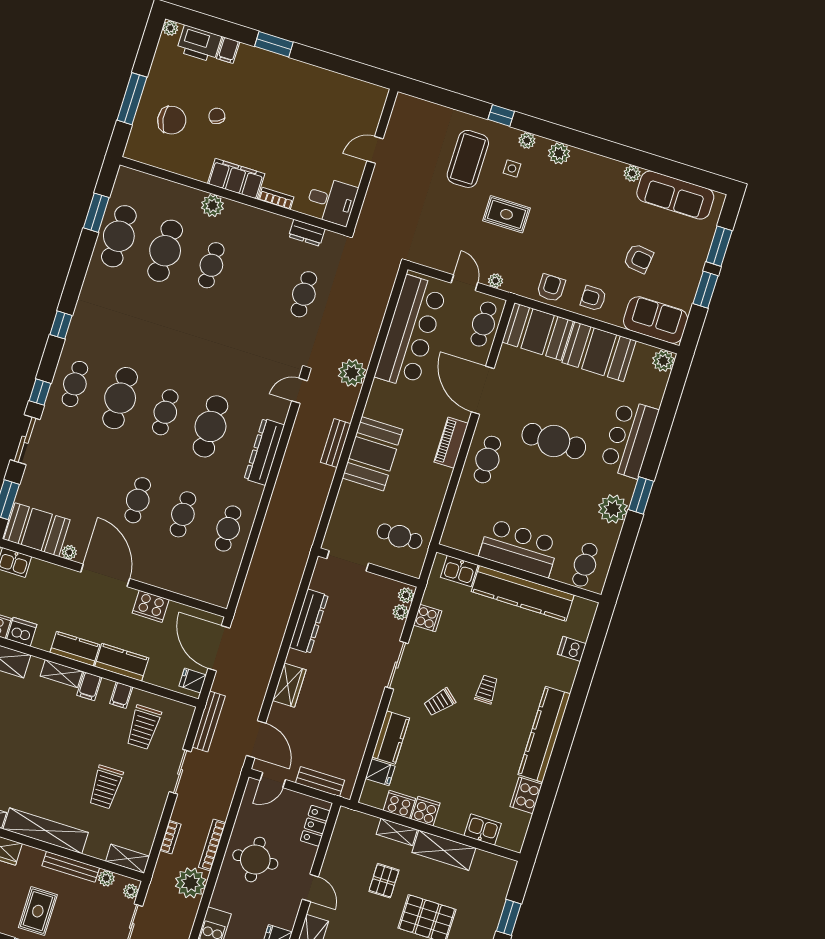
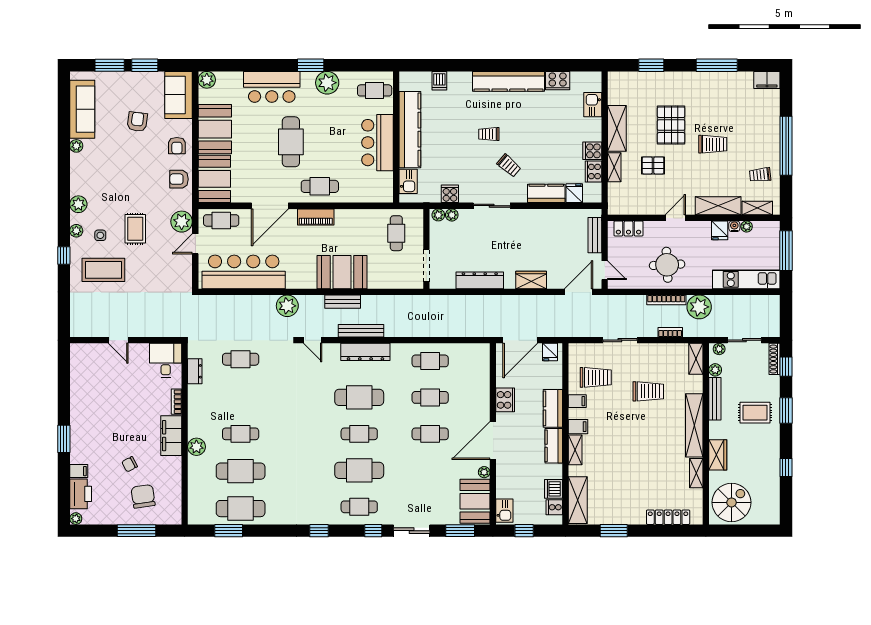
plant: (496, 281) -> (182, 222), width x1.88, depth x1.88
bench: (209, 721) -> (361, 331), moved

